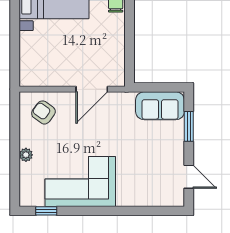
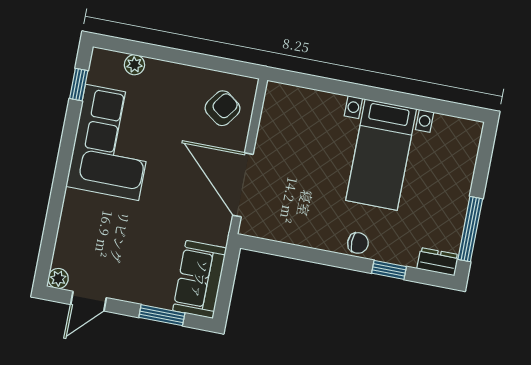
door: (92, 89) -> (243, 185), width x1.36
plant: (26, 155) -> (134, 65), moved
plant: (178, 200) -> (58, 279), added

